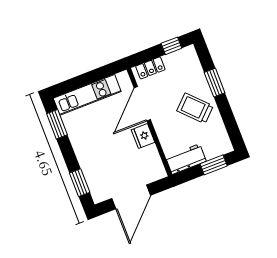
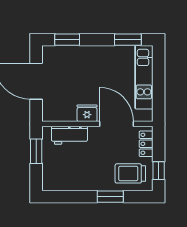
trolley: (195, 108) -> (130, 173), moved, turned -136
workbench: (186, 159) -> (69, 135), moved, turned 90
window: (214, 165) -> (36, 151), moved

